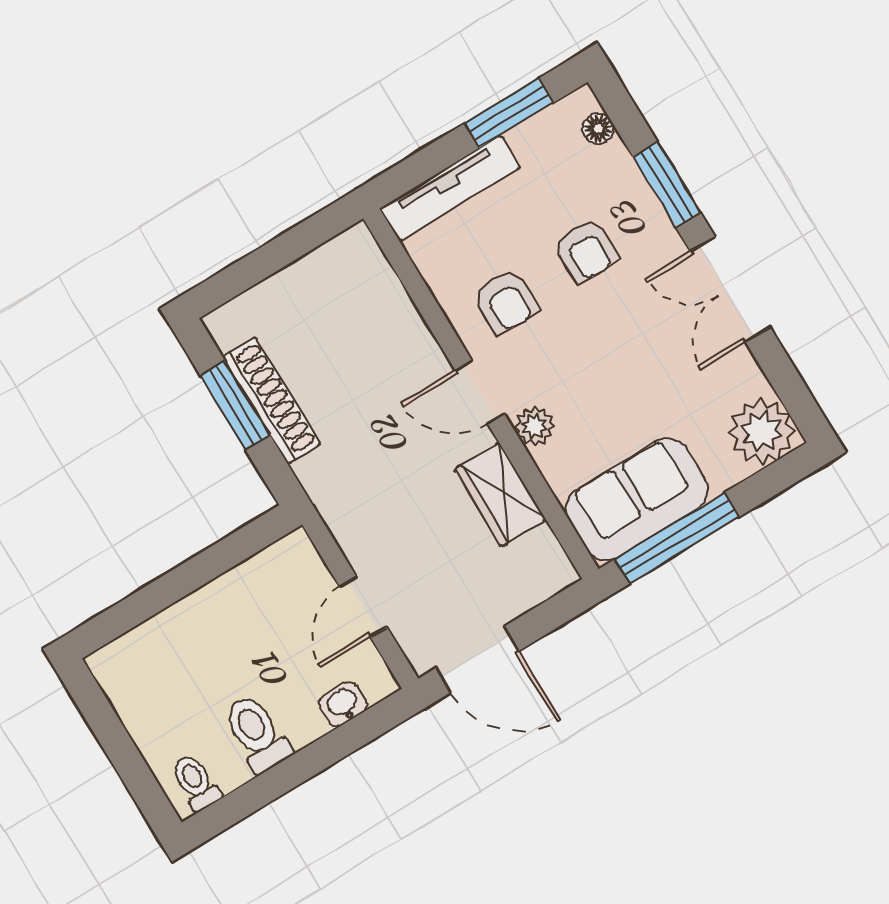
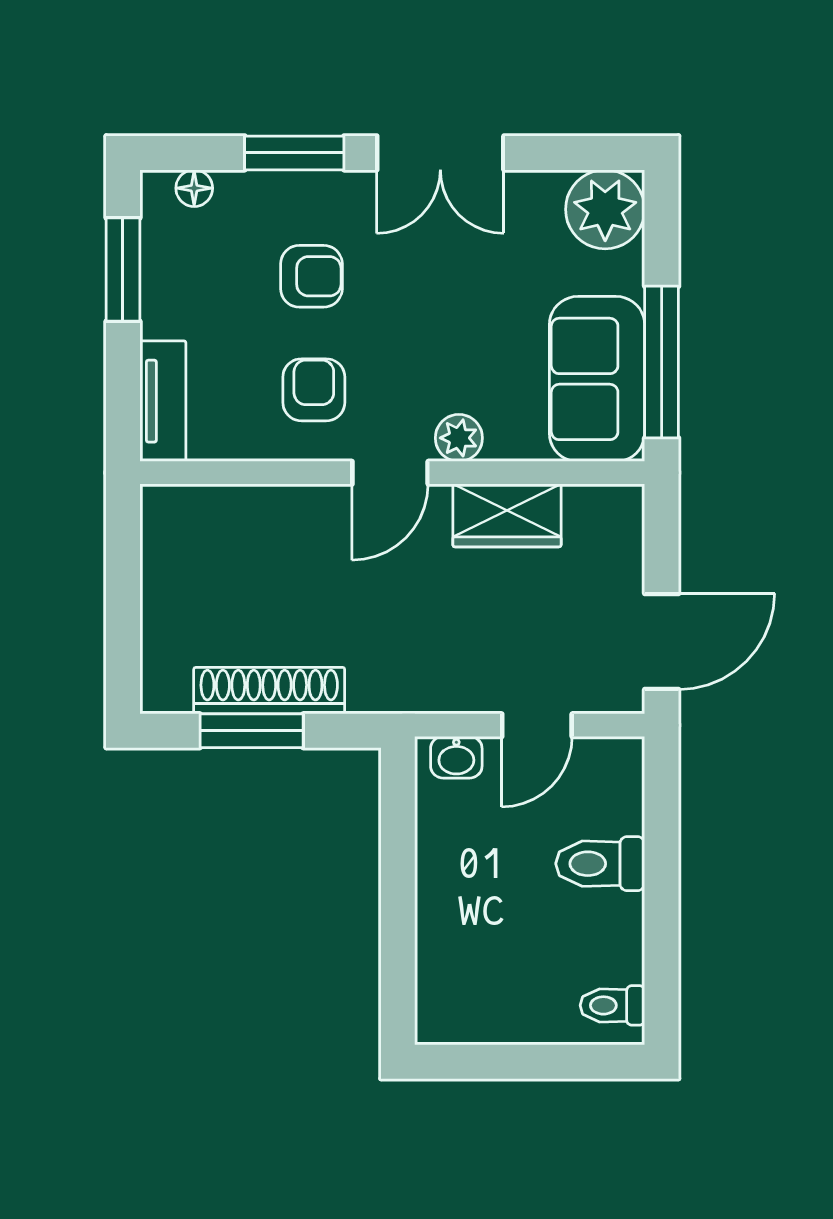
tv unit: (450, 188) -> (163, 401), width x0.71
armchair: (506, 302) -> (314, 390), turned -90
door: (363, 607) -> (537, 725), hinge flipped
washbasin: (343, 704) -> (456, 757), moved, turned -90
toilet: (257, 734) -> (600, 864), moved

